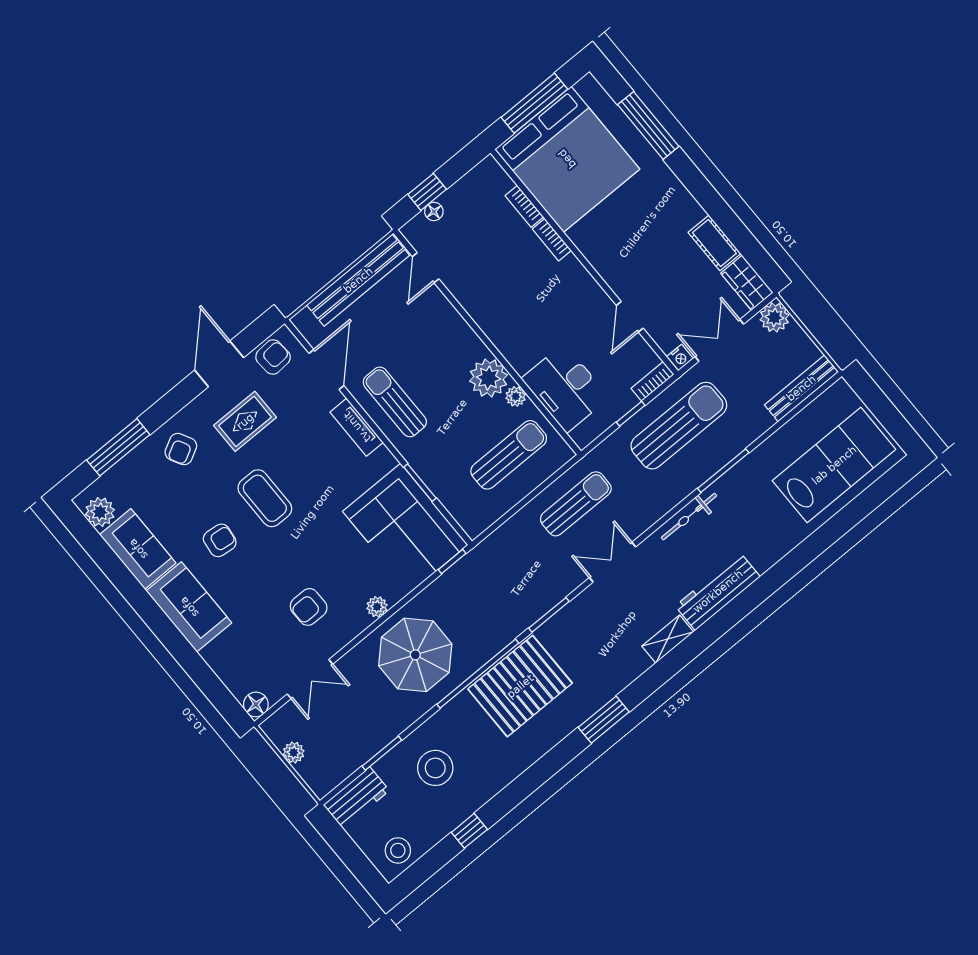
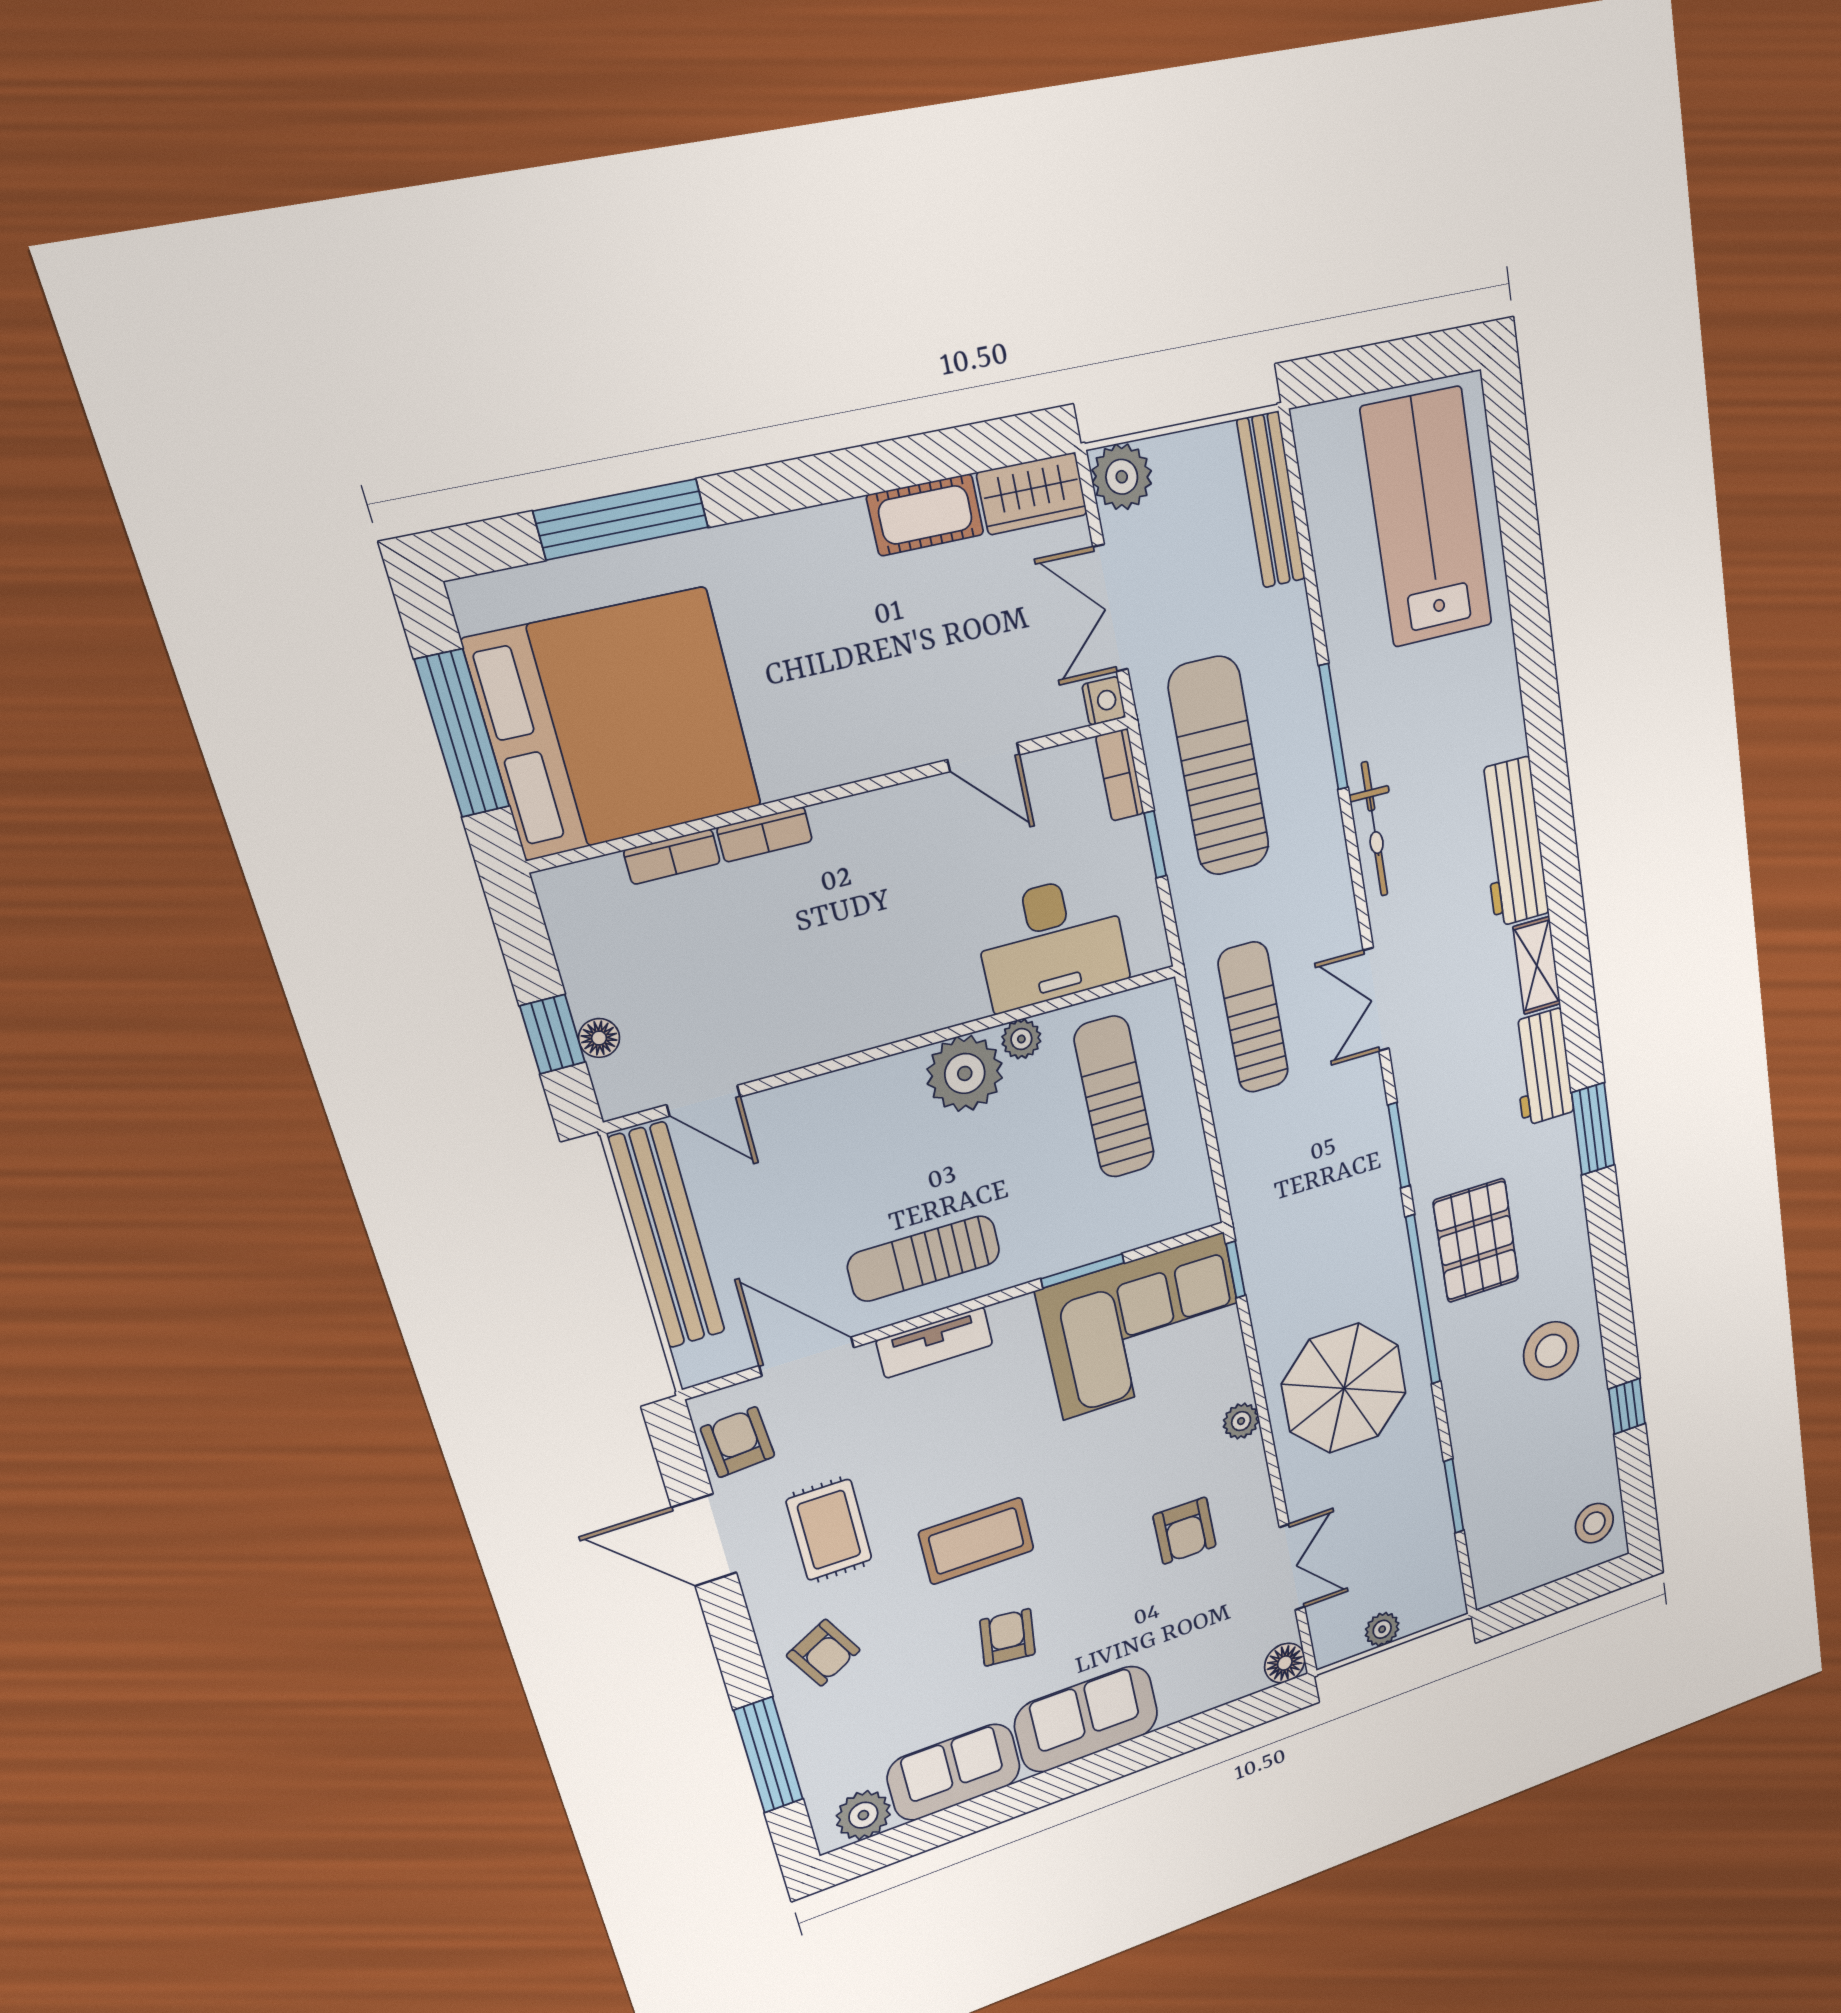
pallet: (520, 686) -> (1476, 1241), width x0.73, depth x0.71
stool: (435, 768) -> (1551, 1351), moved
workbench: (356, 798) -> (1542, 1067), moved, turned 180

